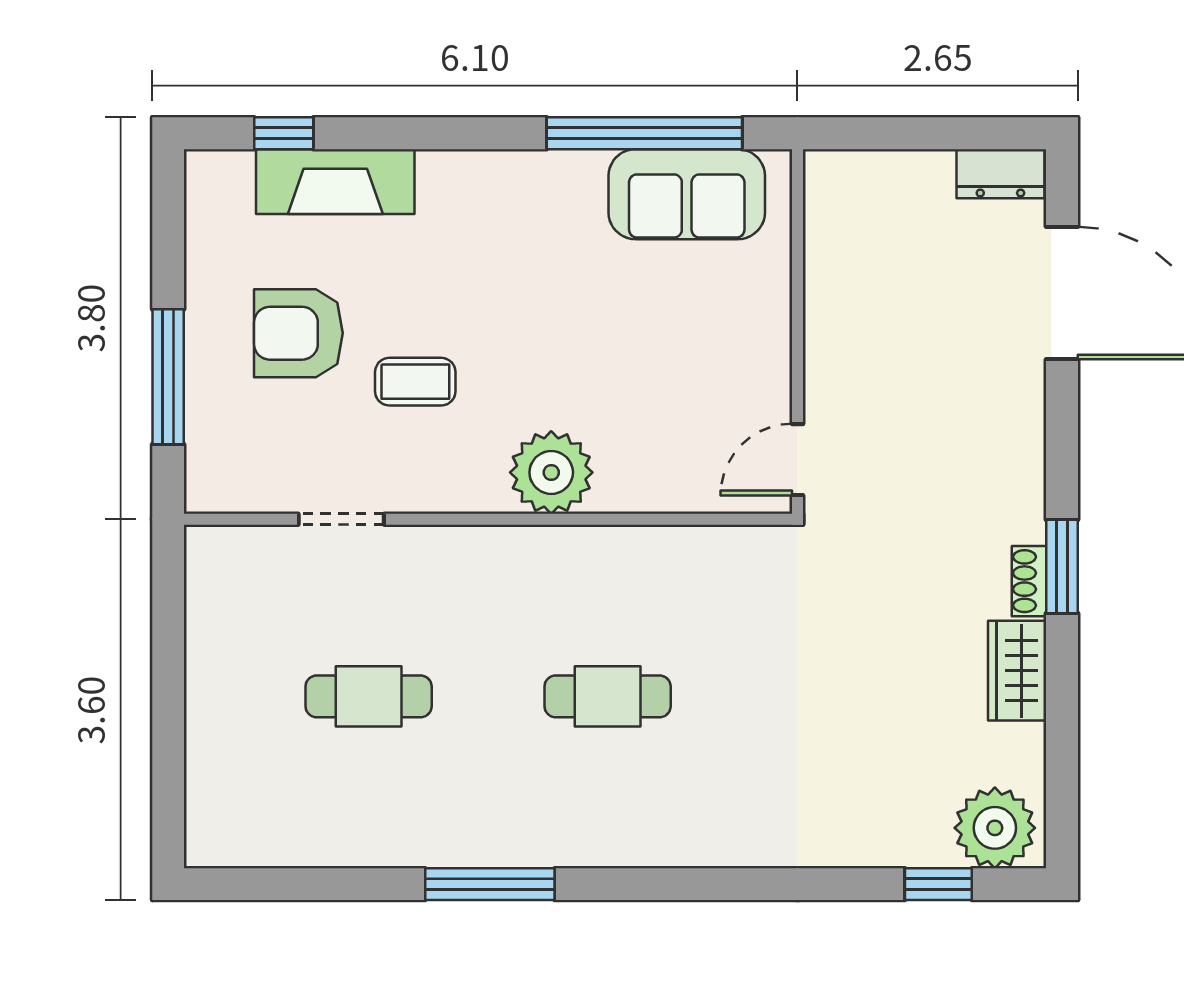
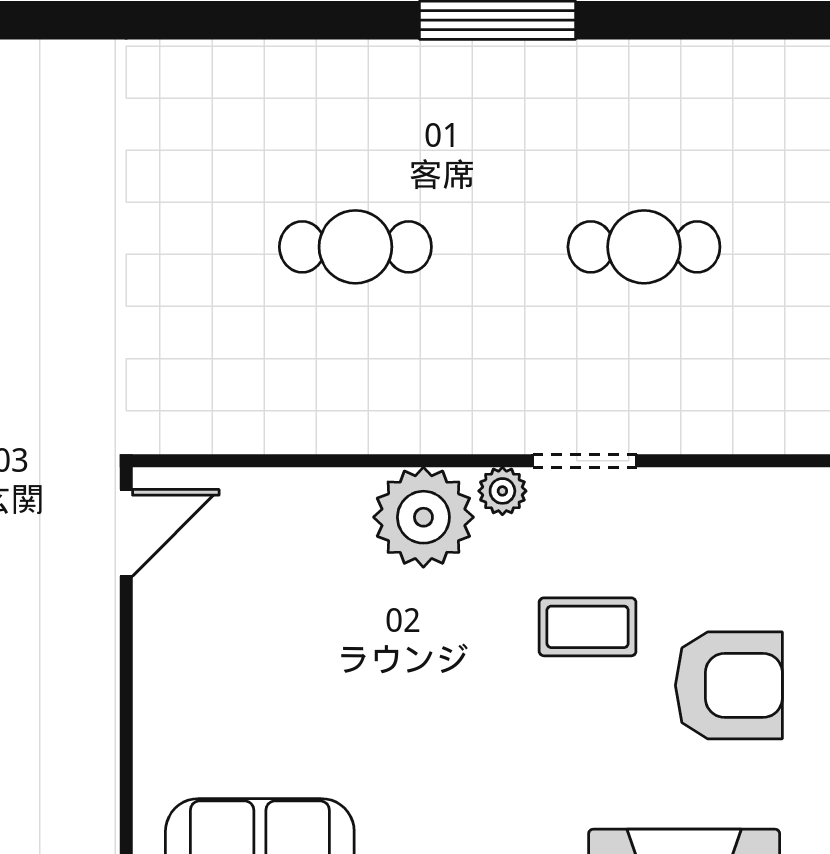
plant: (486, 494) -> (502, 491), added
doorway: (341, 519) -> (585, 461), moved

